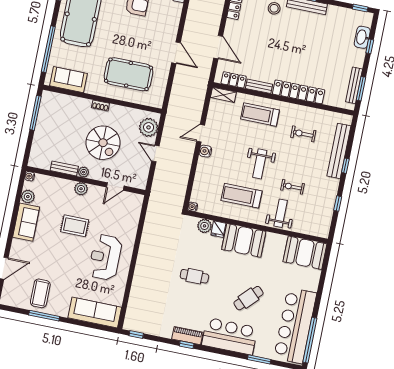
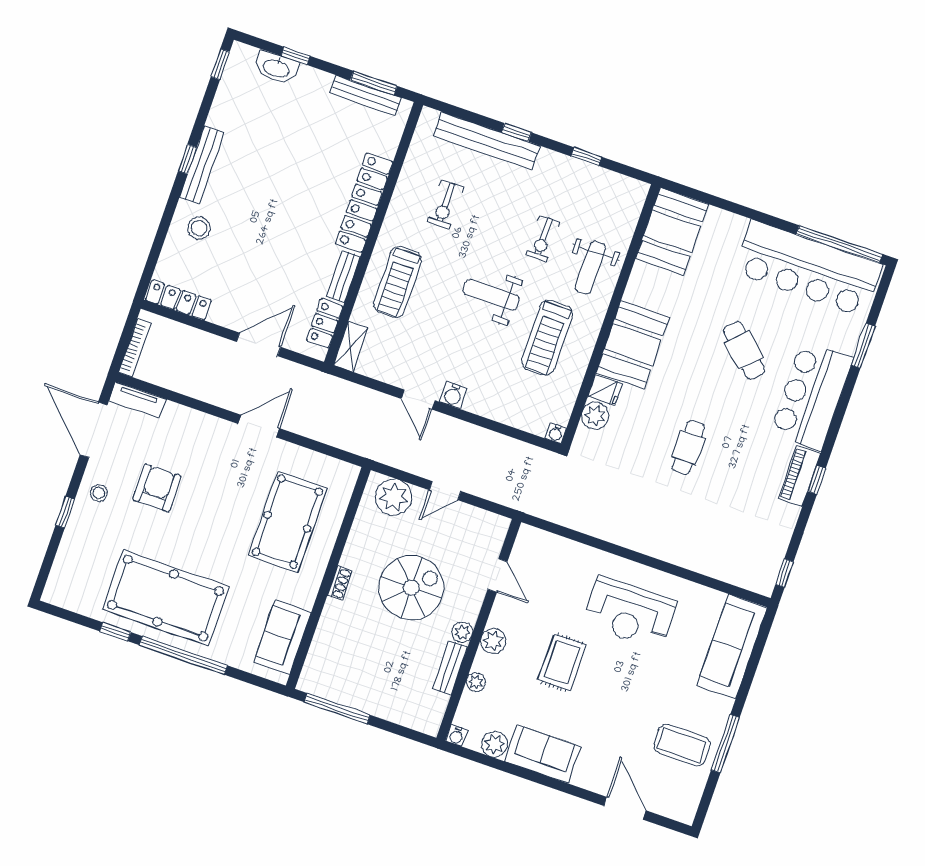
window: (48, 49) -> (183, 655), moved
weight bench: (260, 164) -> (491, 295), turned 180
plant: (59, 183) -> (476, 682), added
weight bench: (281, 213) -> (590, 268), turned -90

